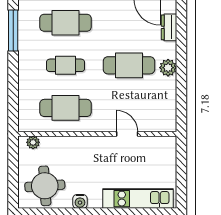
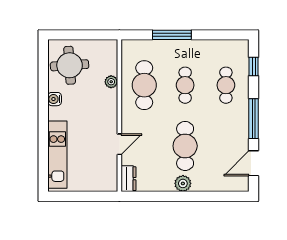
cafe table: (65, 23) -> (226, 85), width x0.73, depth x0.74
dresser: (169, 27) -> (128, 179), moved, turned 90
window: (13, 30) -> (172, 35), moved
plant: (33, 142) -> (111, 82), moved

